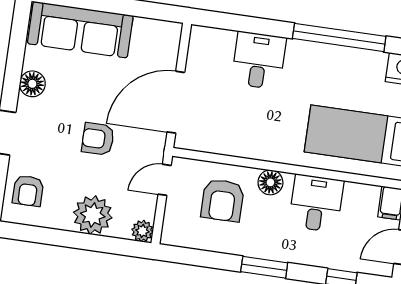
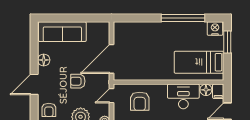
desk: (259, 60) -> (147, 34), removed
floor lamp: (270, 182) -> (206, 90), moved
desk: (316, 203) -> (183, 96), width x1.37

